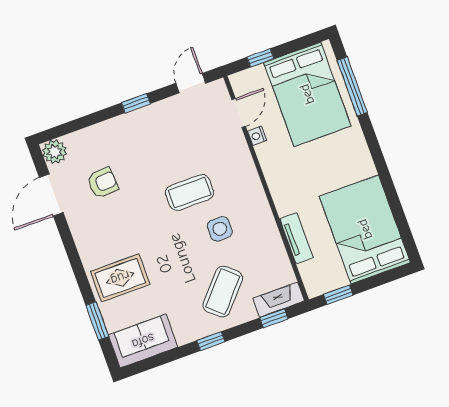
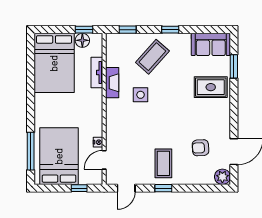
coffee table: (190, 193) -> (163, 163), moved, turned 90
floor lamp: (335, 278) -> (82, 40), added
fireplace: (279, 300) -> (112, 83), moved, turned -90

